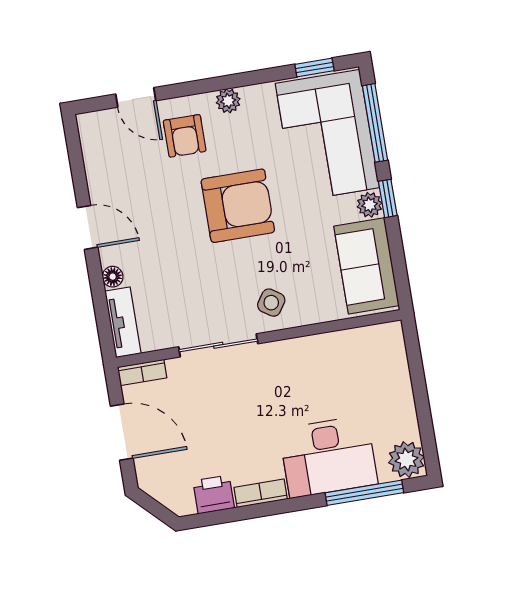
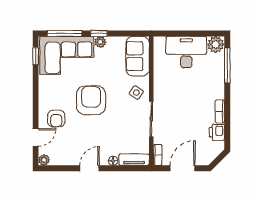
plant: (228, 101) -> (44, 160), moved
armchair: (185, 136) -> (56, 119), turned 90
sofa: (366, 266) -> (138, 56), moved, turned 90
desk: (328, 457) -> (186, 52), moved, turned -90

